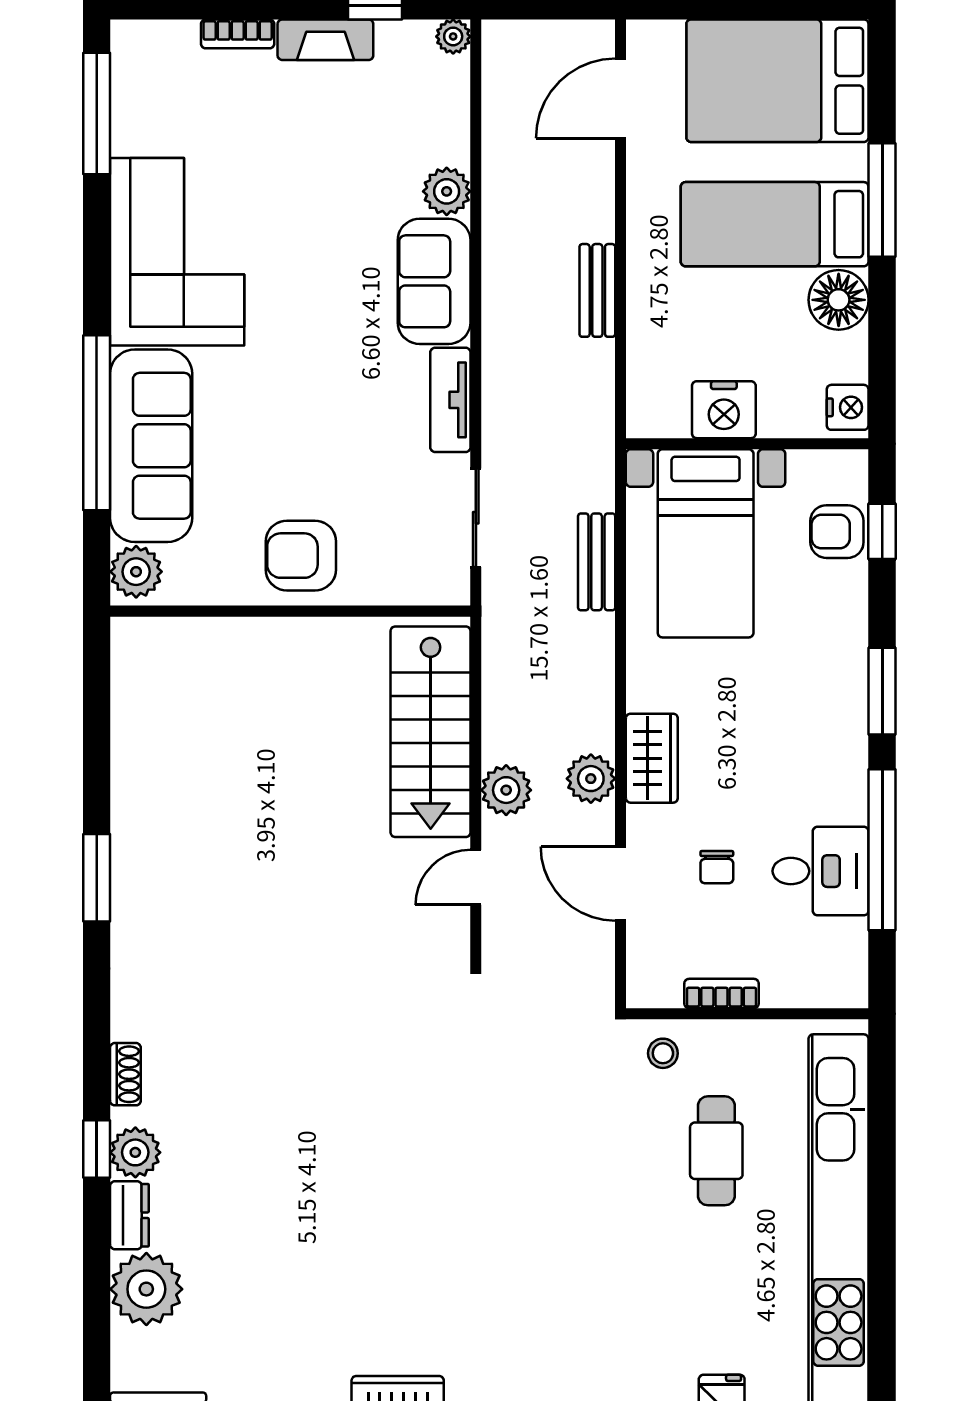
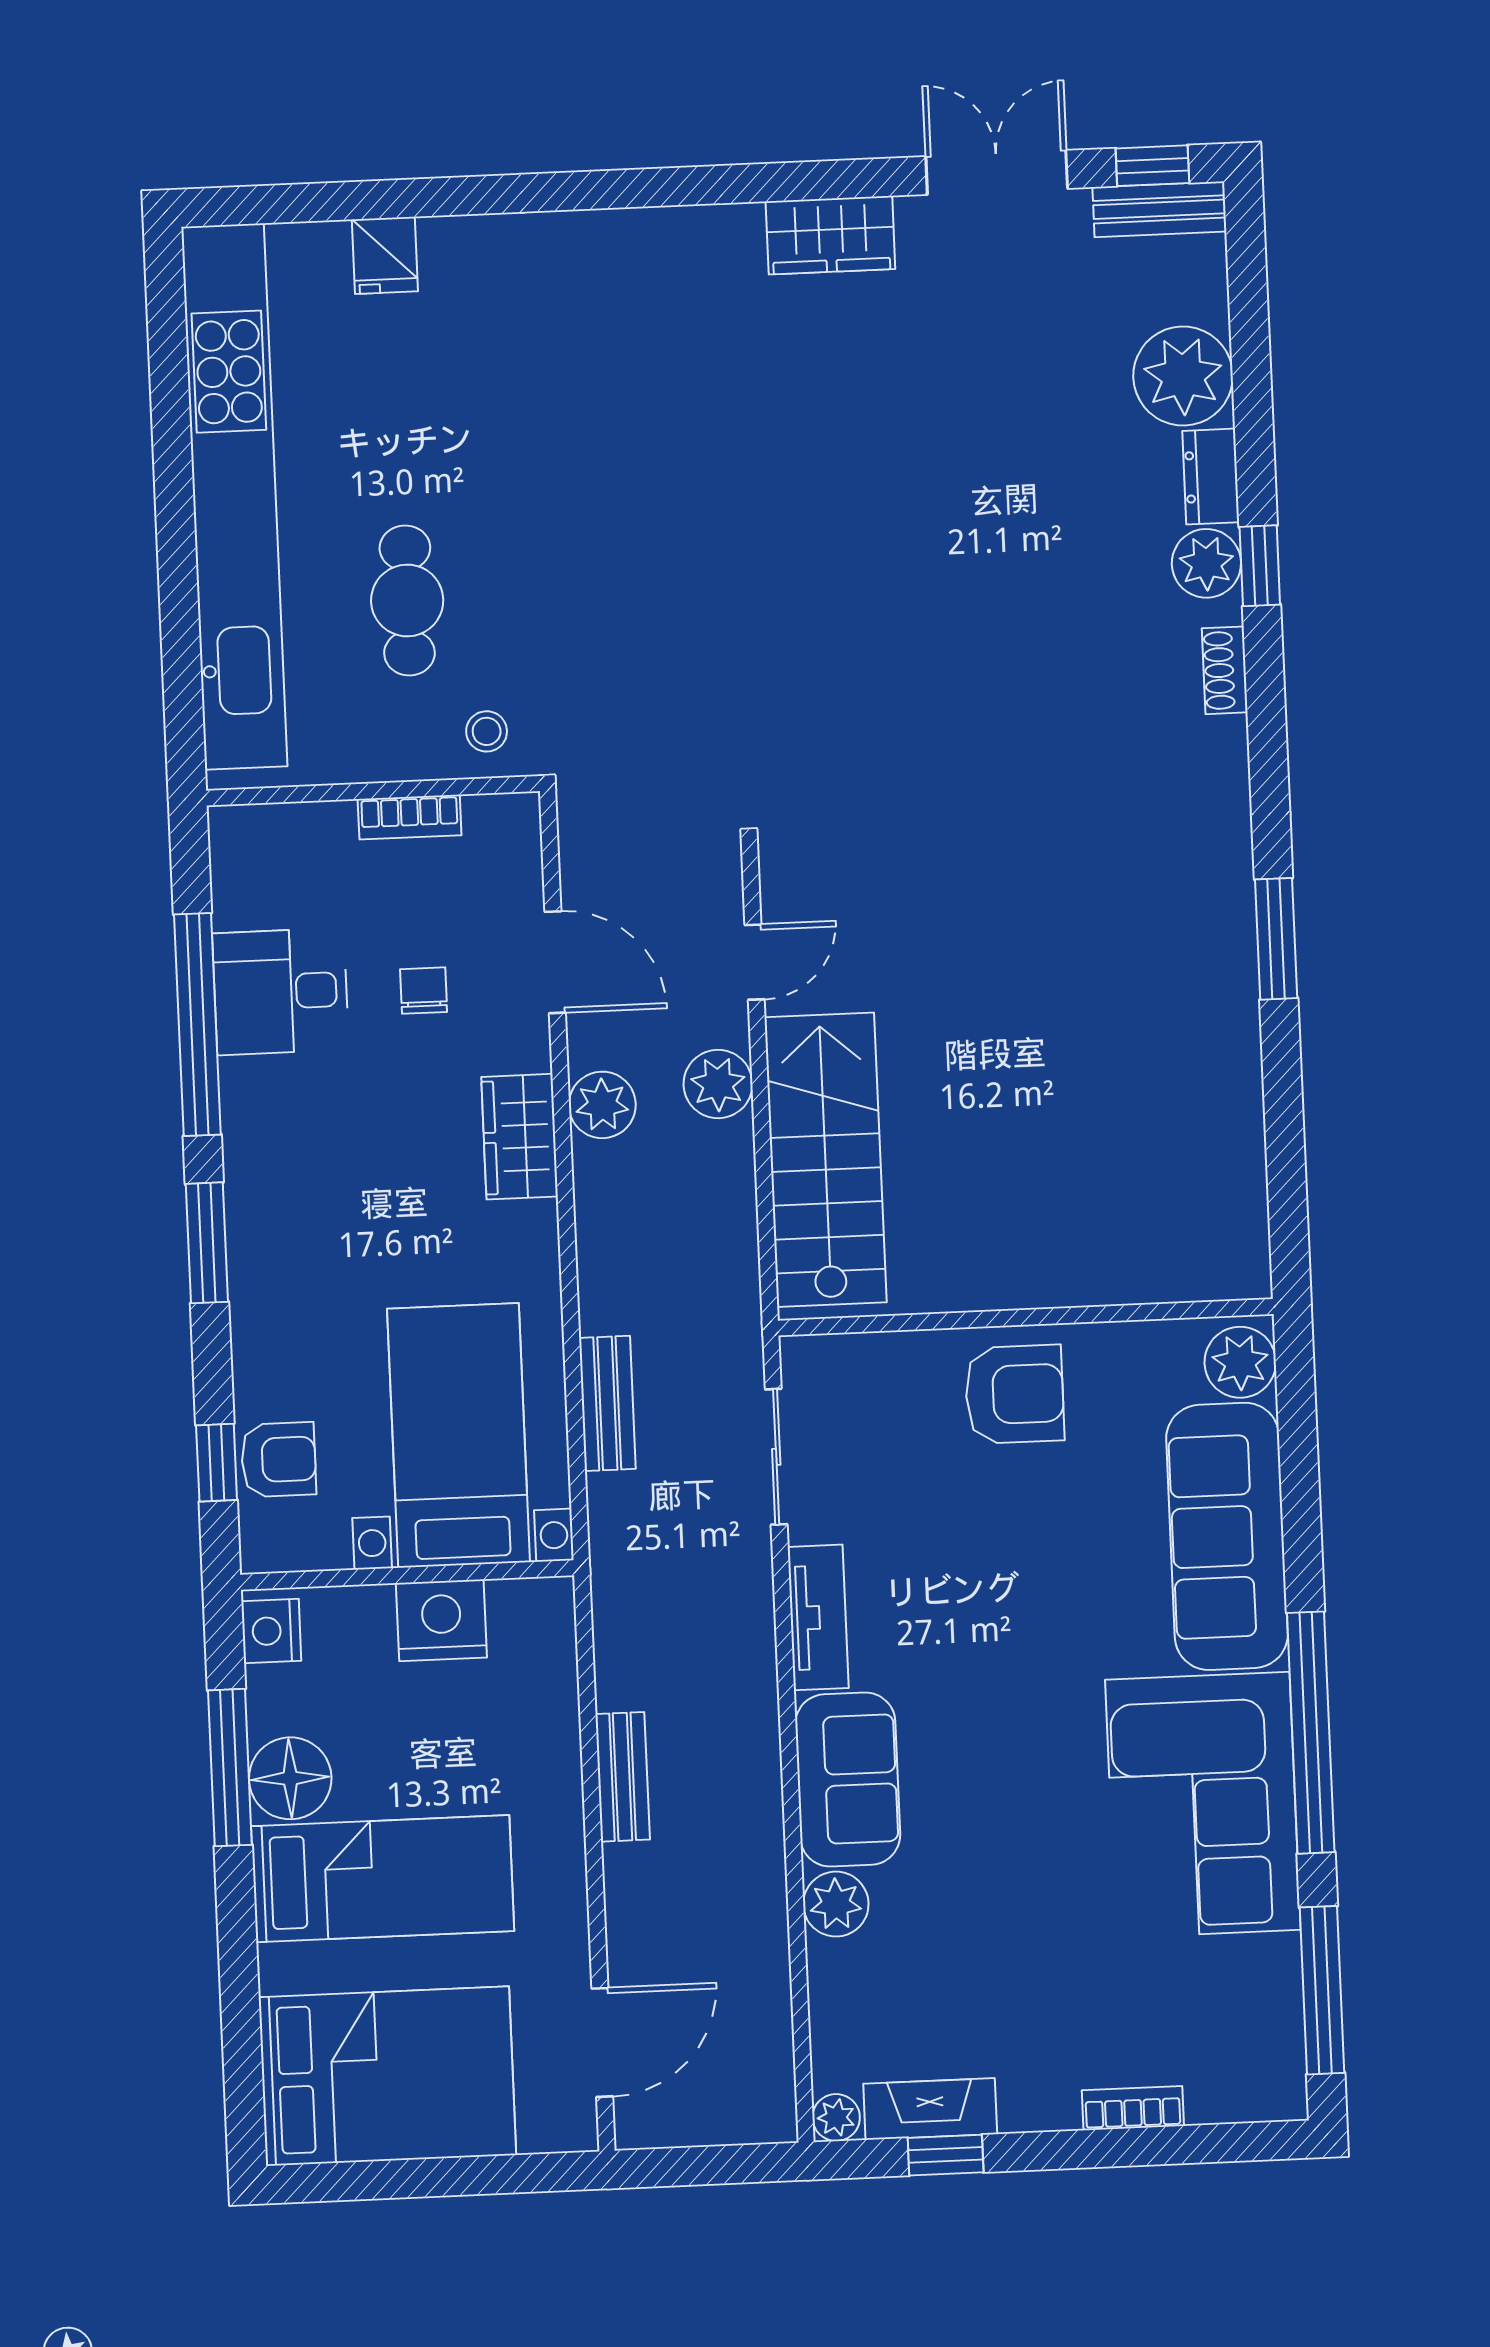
fireplace: (325, 40) -> (930, 2109), moved
window: (882, 200) -> (230, 1768), moved
window: (97, 423) -> (1311, 1733), moved

